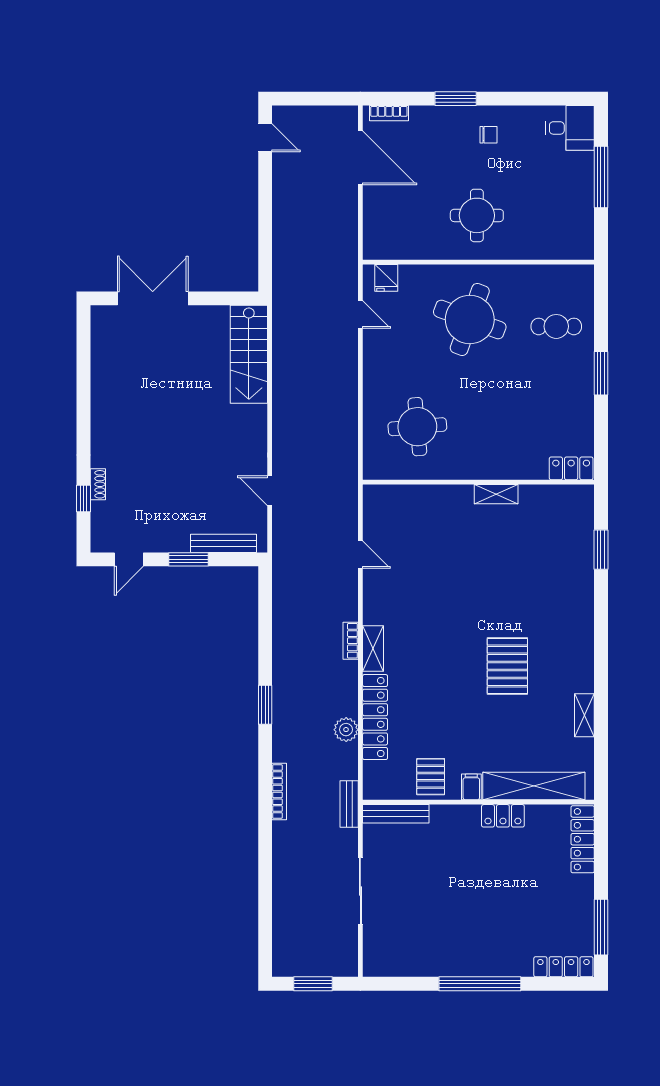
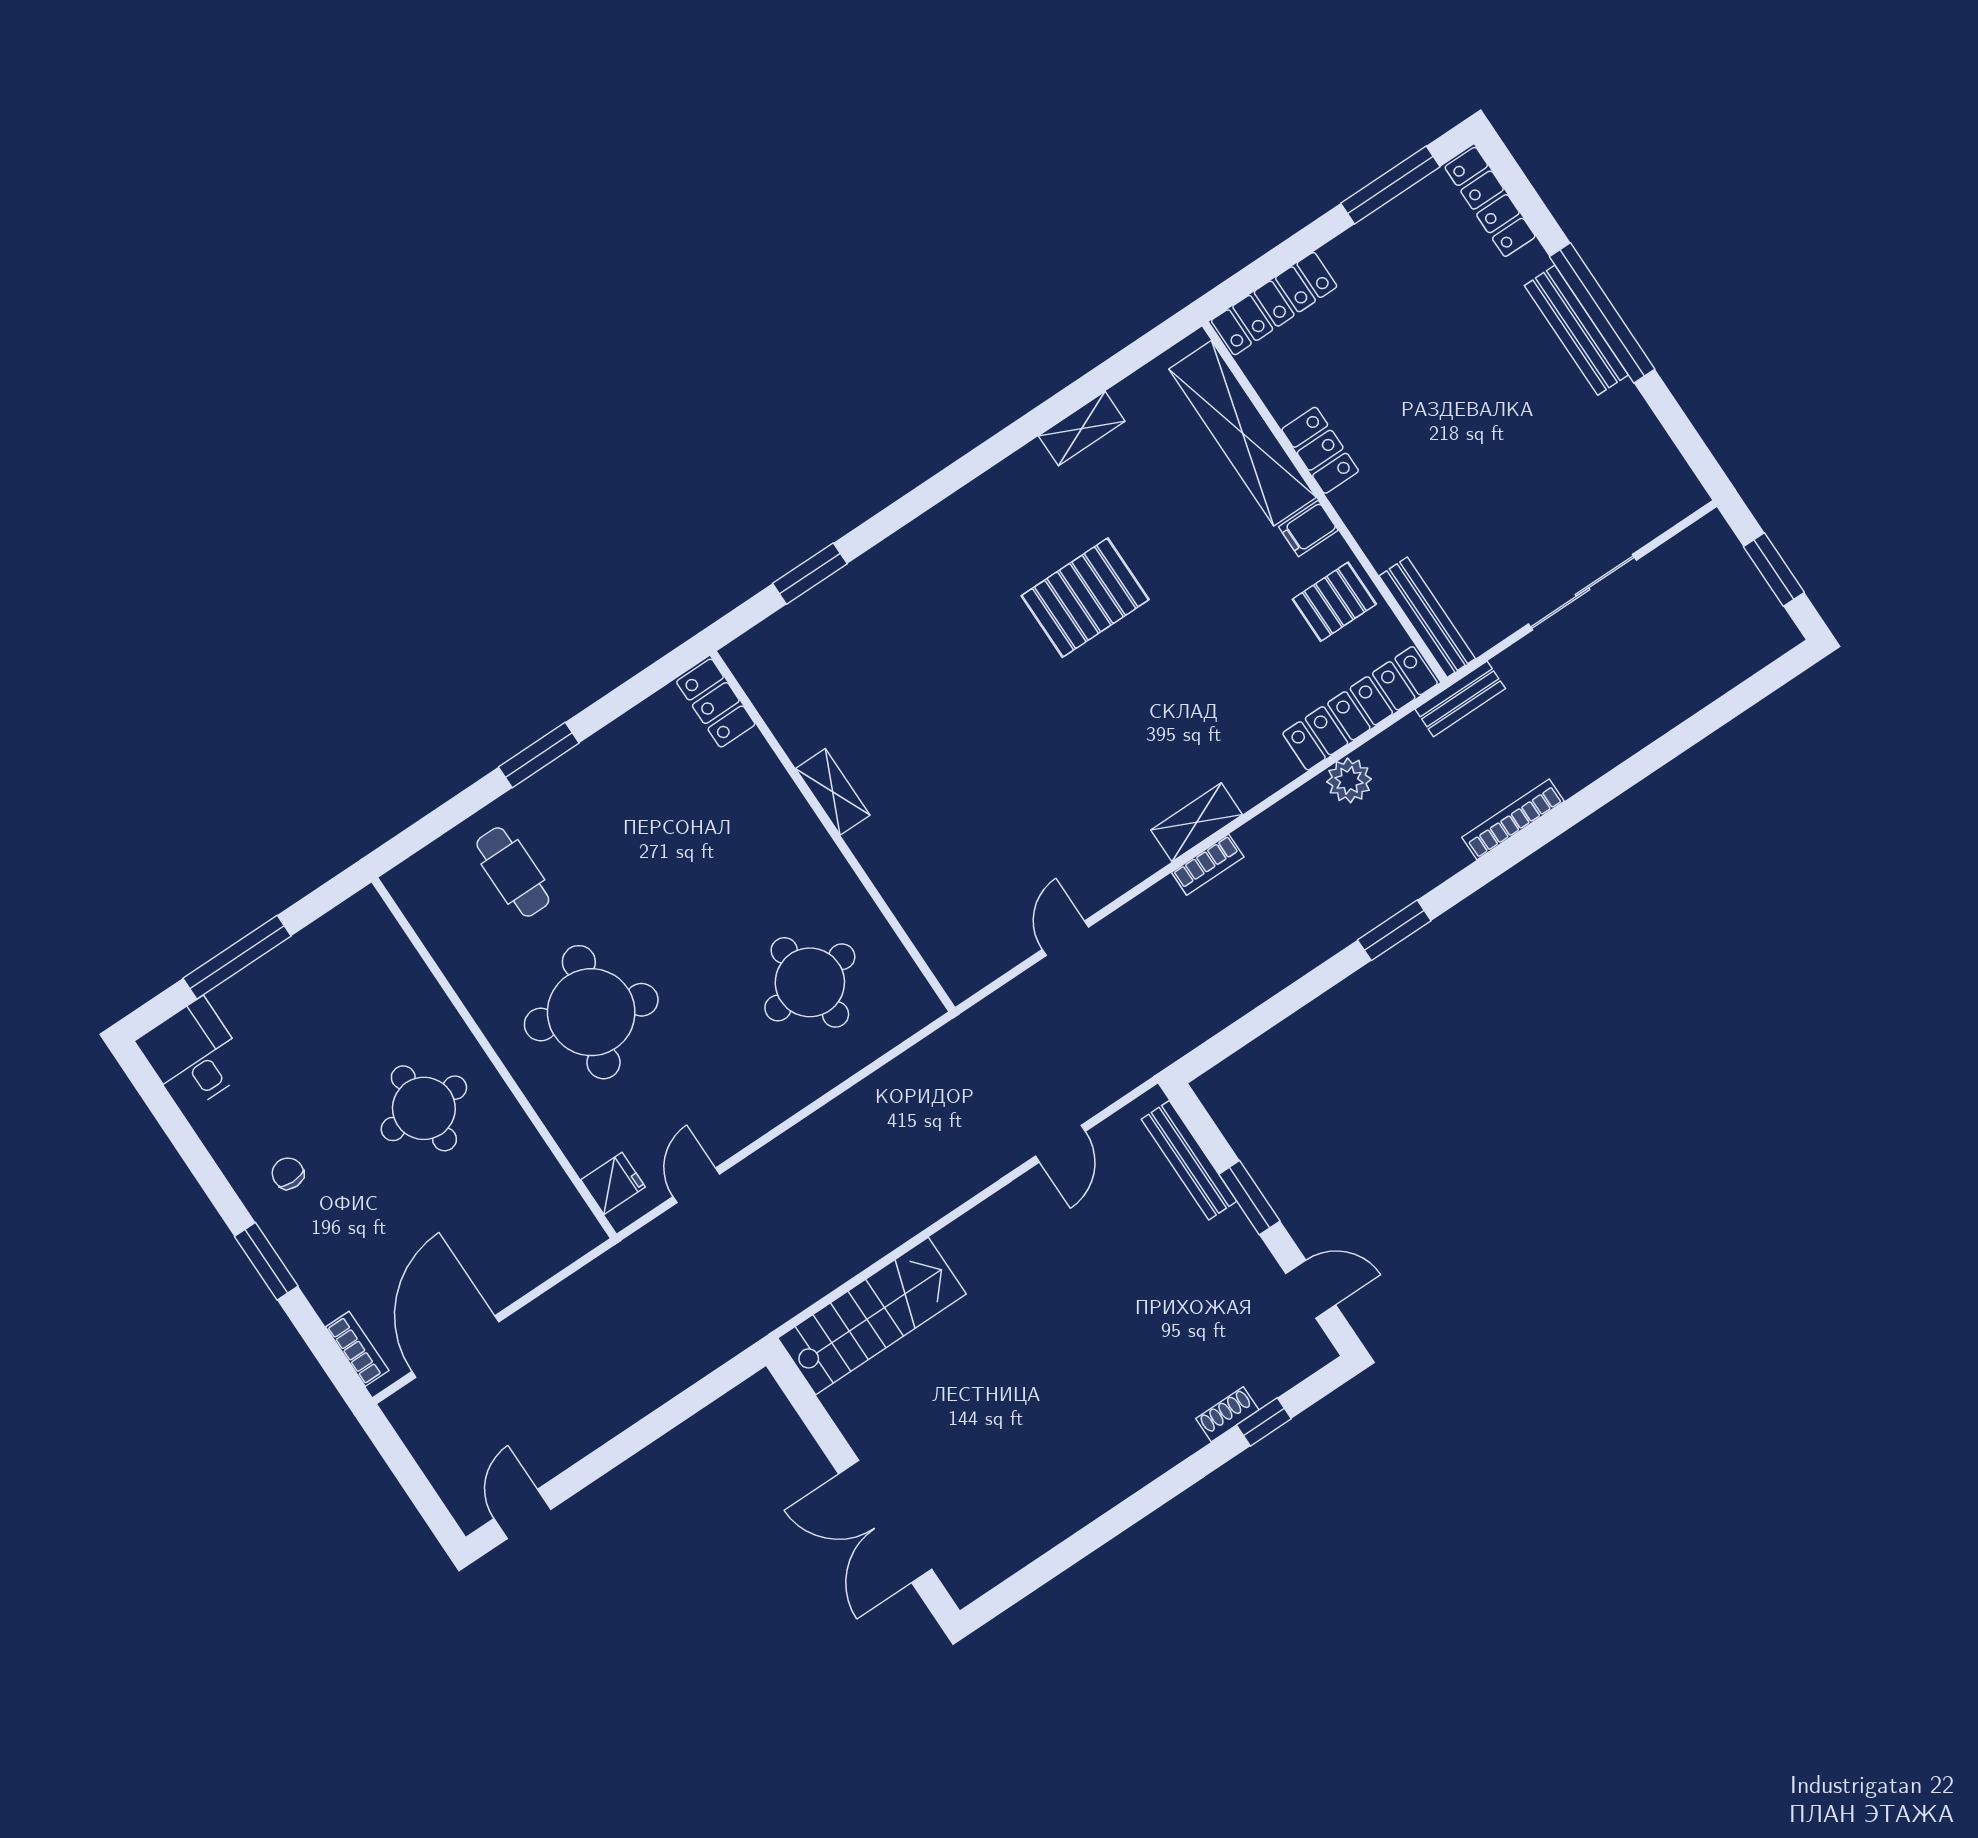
locker: (375, 717) -> (1360, 708), moved
bench: (480, 967) -> (1576, 330), added

